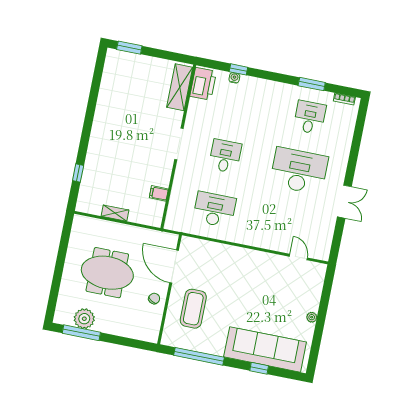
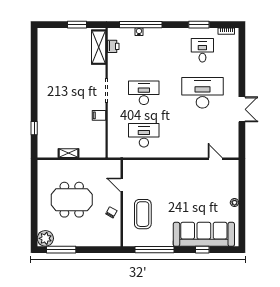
window: (129, 48) -> (77, 25), moved
window: (238, 69) -> (141, 25), width x3.17
printer: (203, 84) -> (113, 46), width x0.53, depth x0.68
desk: (225, 156) -> (144, 93), width x1.37
filing cabinet: (159, 193) -> (99, 115), moved
door: (174, 267) -> (122, 185), width x0.53
plant: (84, 319) -> (45, 238), moved

